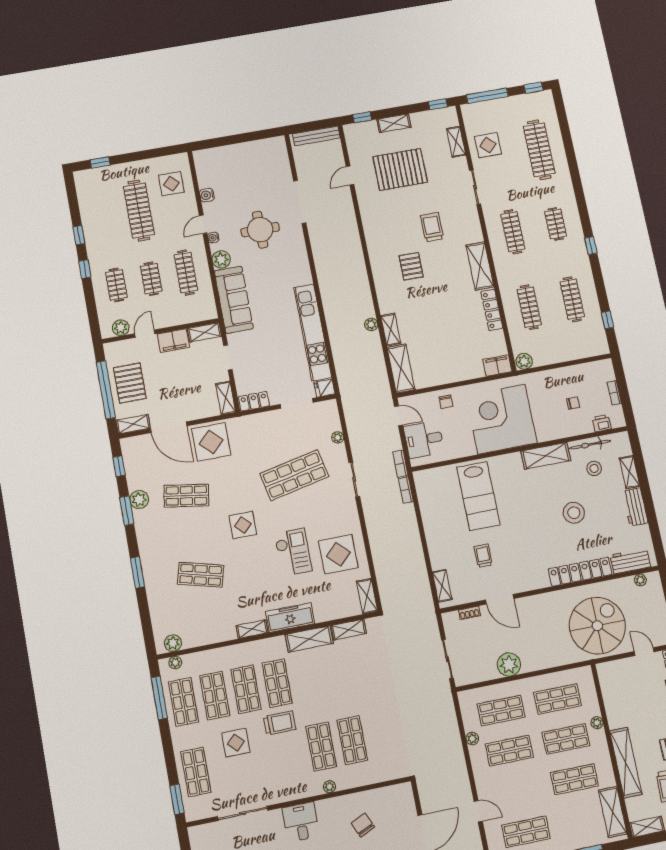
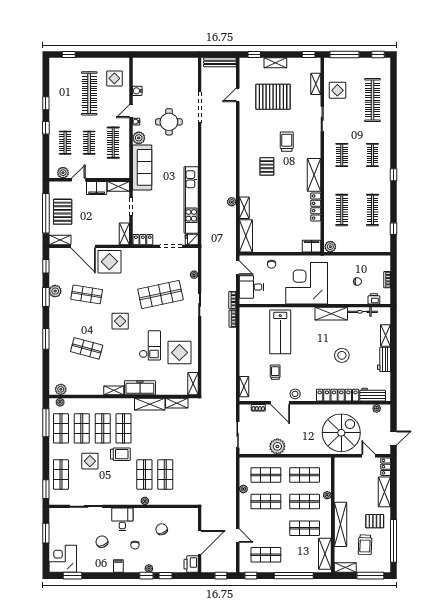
clothes rail: (513, 232) -> (342, 155), width x0.73
stool: (594, 468) -> (295, 394), moved

